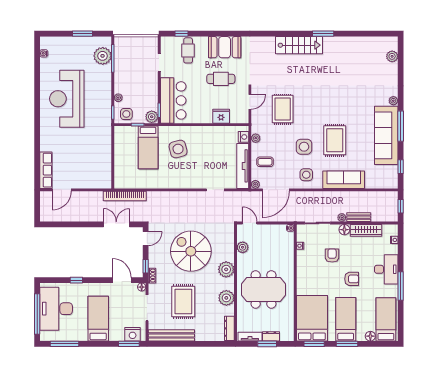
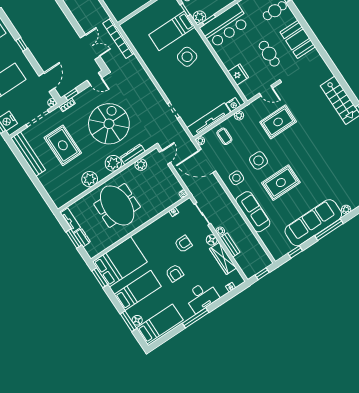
rug: (183, 302) -> (63, 145), turned 90
dresser: (229, 328) -> (133, 154), moved
window: (347, 344) -> (128, 321), moved

